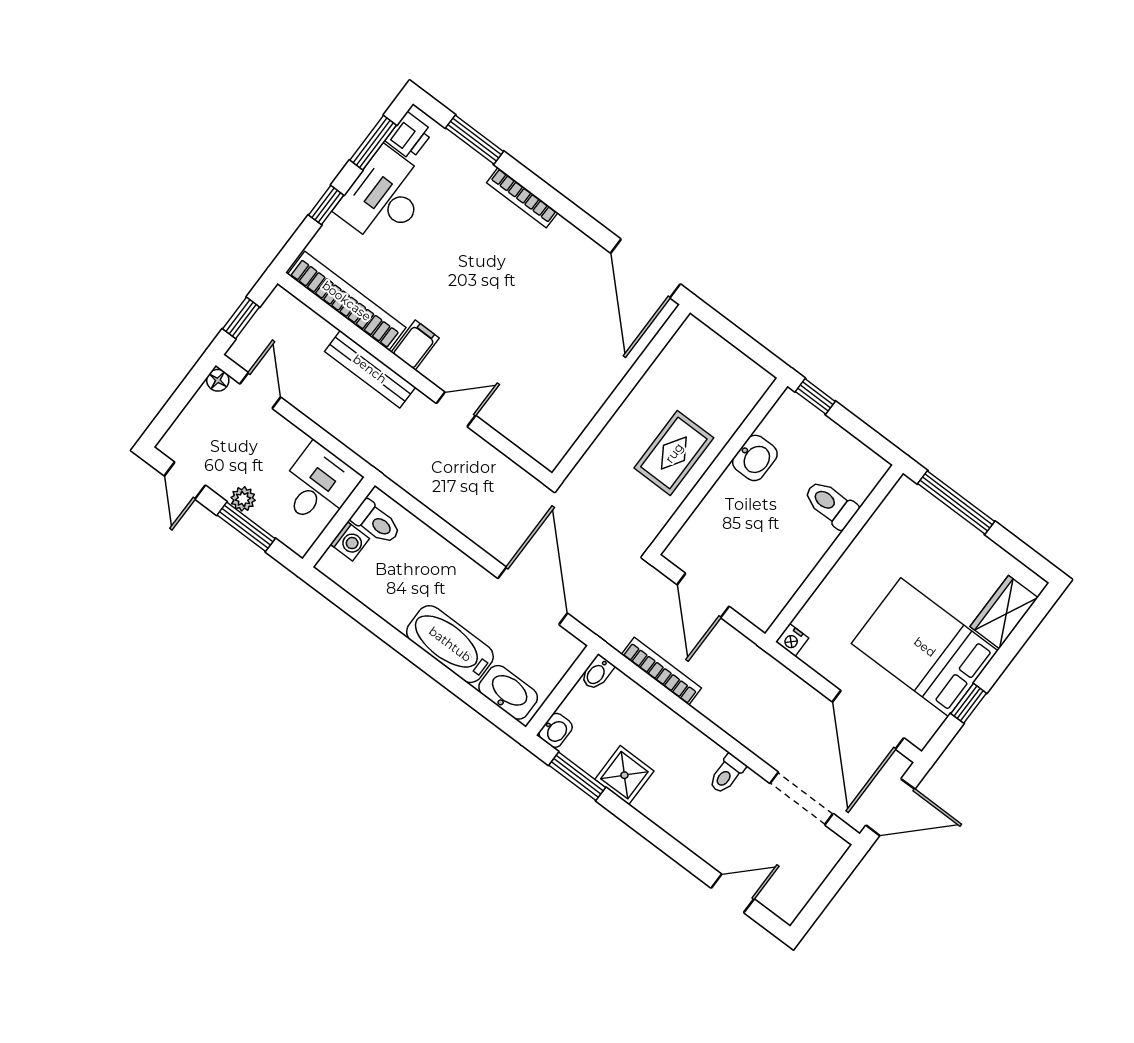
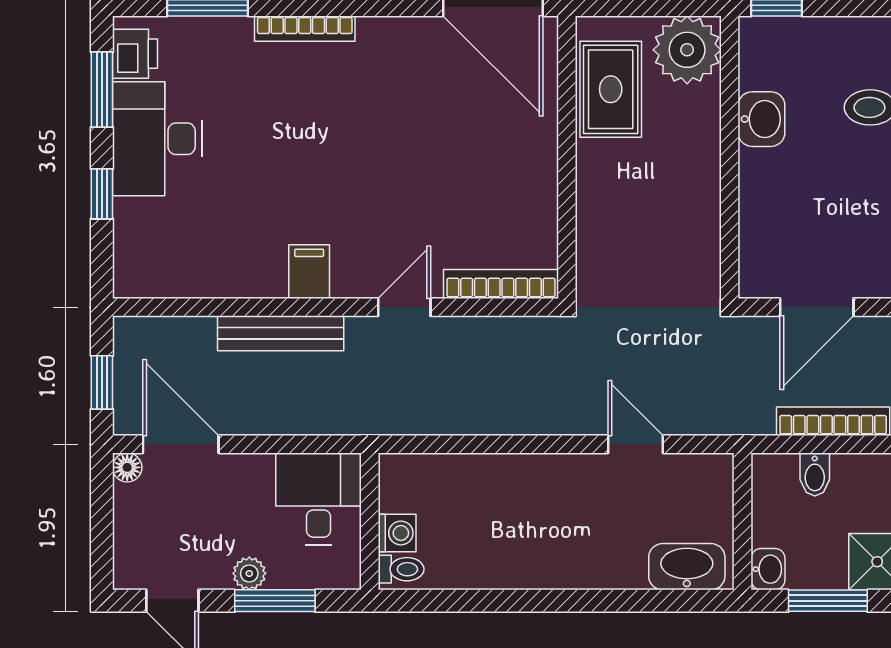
bookcase: (347, 301) -> (501, 284), moved, width x0.68, depth x0.76
plant: (742, 383) -> (687, 50), added
door: (260, 391) -> (181, 444), width x1.38
rug: (674, 453) -> (611, 89), moved
toilet: (376, 522) -> (401, 569), moved, width x0.73, depth x0.72
door: (703, 595) -> (817, 307), hinge flipped
door: (533, 596) -> (635, 444), width x0.53
bathtub: (450, 644) -> (586, 562), removed
bidet: (597, 673) -> (815, 474), moved

